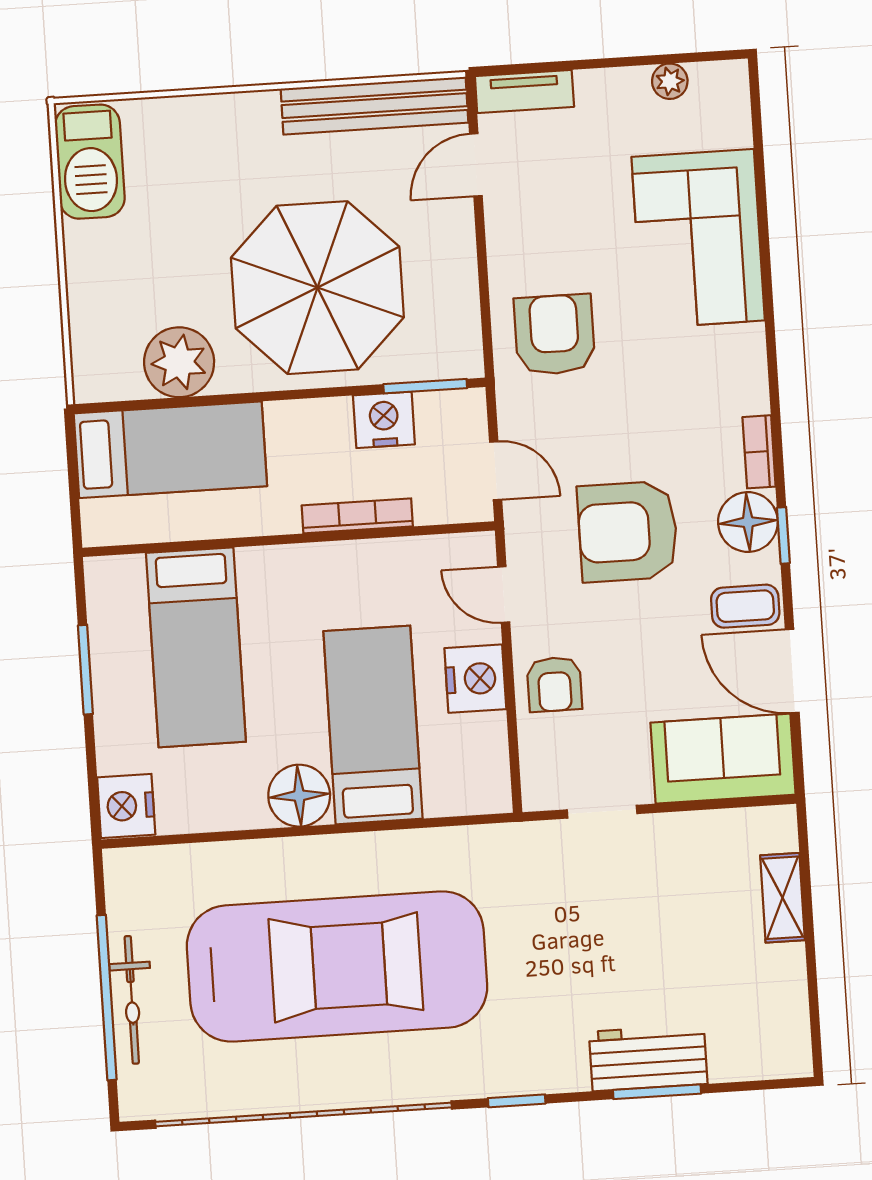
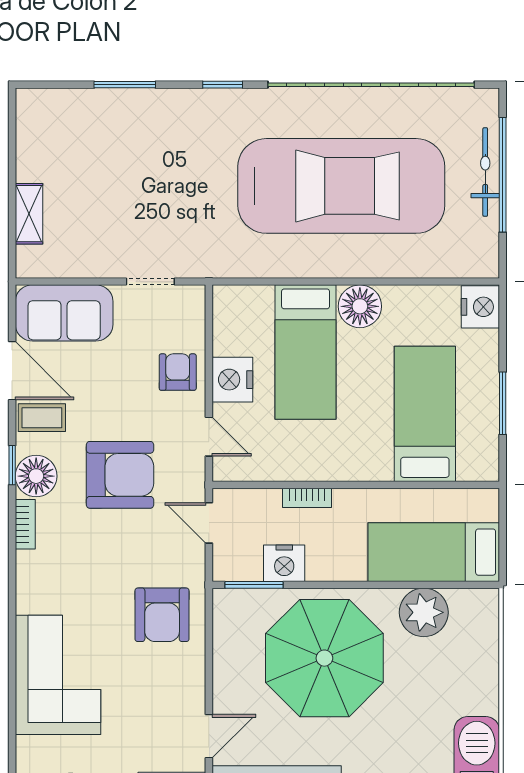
bookcase: (357, 516) -> (307, 498), width x0.64
car: (337, 967) -> (341, 186), turned 180
workbench: (648, 1058) -> (129, 109), removed

